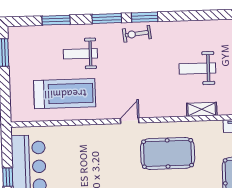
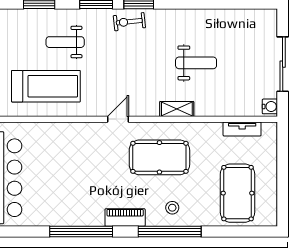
weight bench: (197, 68) -> (196, 63), turned 180
shelving: (202, 109) -> (177, 109), moved

